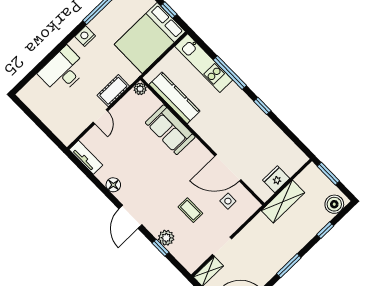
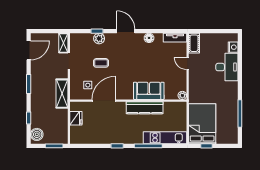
nightstand: (85, 36) -> (233, 47), moved
cot: (113, 91) -> (194, 43), moved
kitchen counter: (175, 98) -> (145, 108), moved
shelving: (283, 202) -> (62, 94), moved

